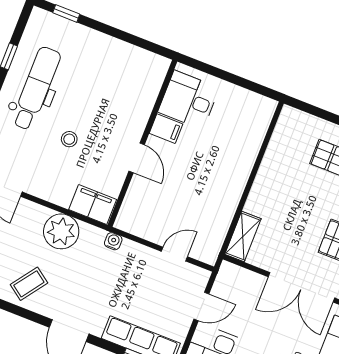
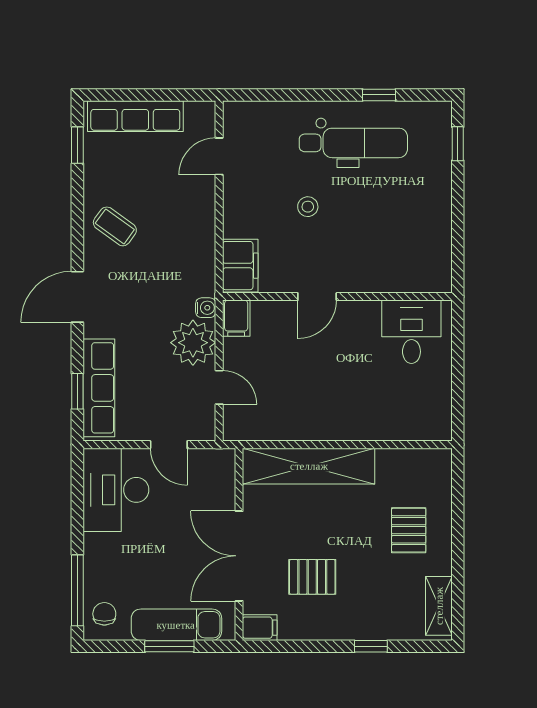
filing cabinet: (166, 129) -> (236, 318), moved
plant: (61, 231) -> (193, 343), moved
shelving: (243, 236) -> (309, 466), width x2.20, depth x1.33

